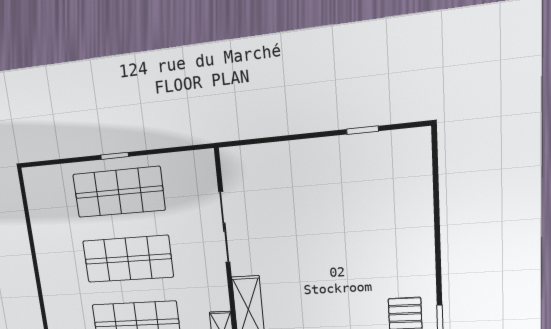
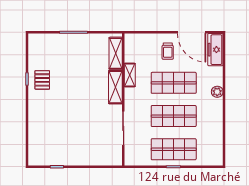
plant: (55, 310) -> (217, 92), added

